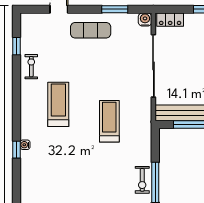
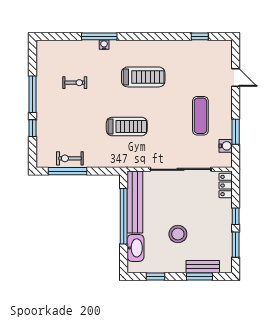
water cooler: (145, 19) -> (226, 146), moved
exercise mat: (91, 30) -> (200, 116), moved
exercise bike: (31, 67) -> (75, 83), moved
window: (16, 150) -> (99, 36), width x2.17

